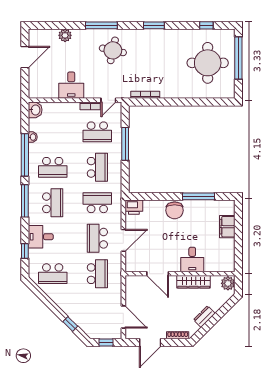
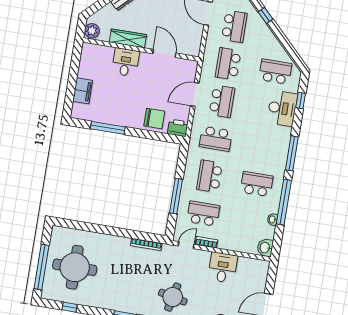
school desk: (53, 203) -> (234, 26), moved, turned 180
chair: (175, 210) -> (154, 119), moved, turned 90
desk: (41, 237) -> (282, 108), width x1.37

